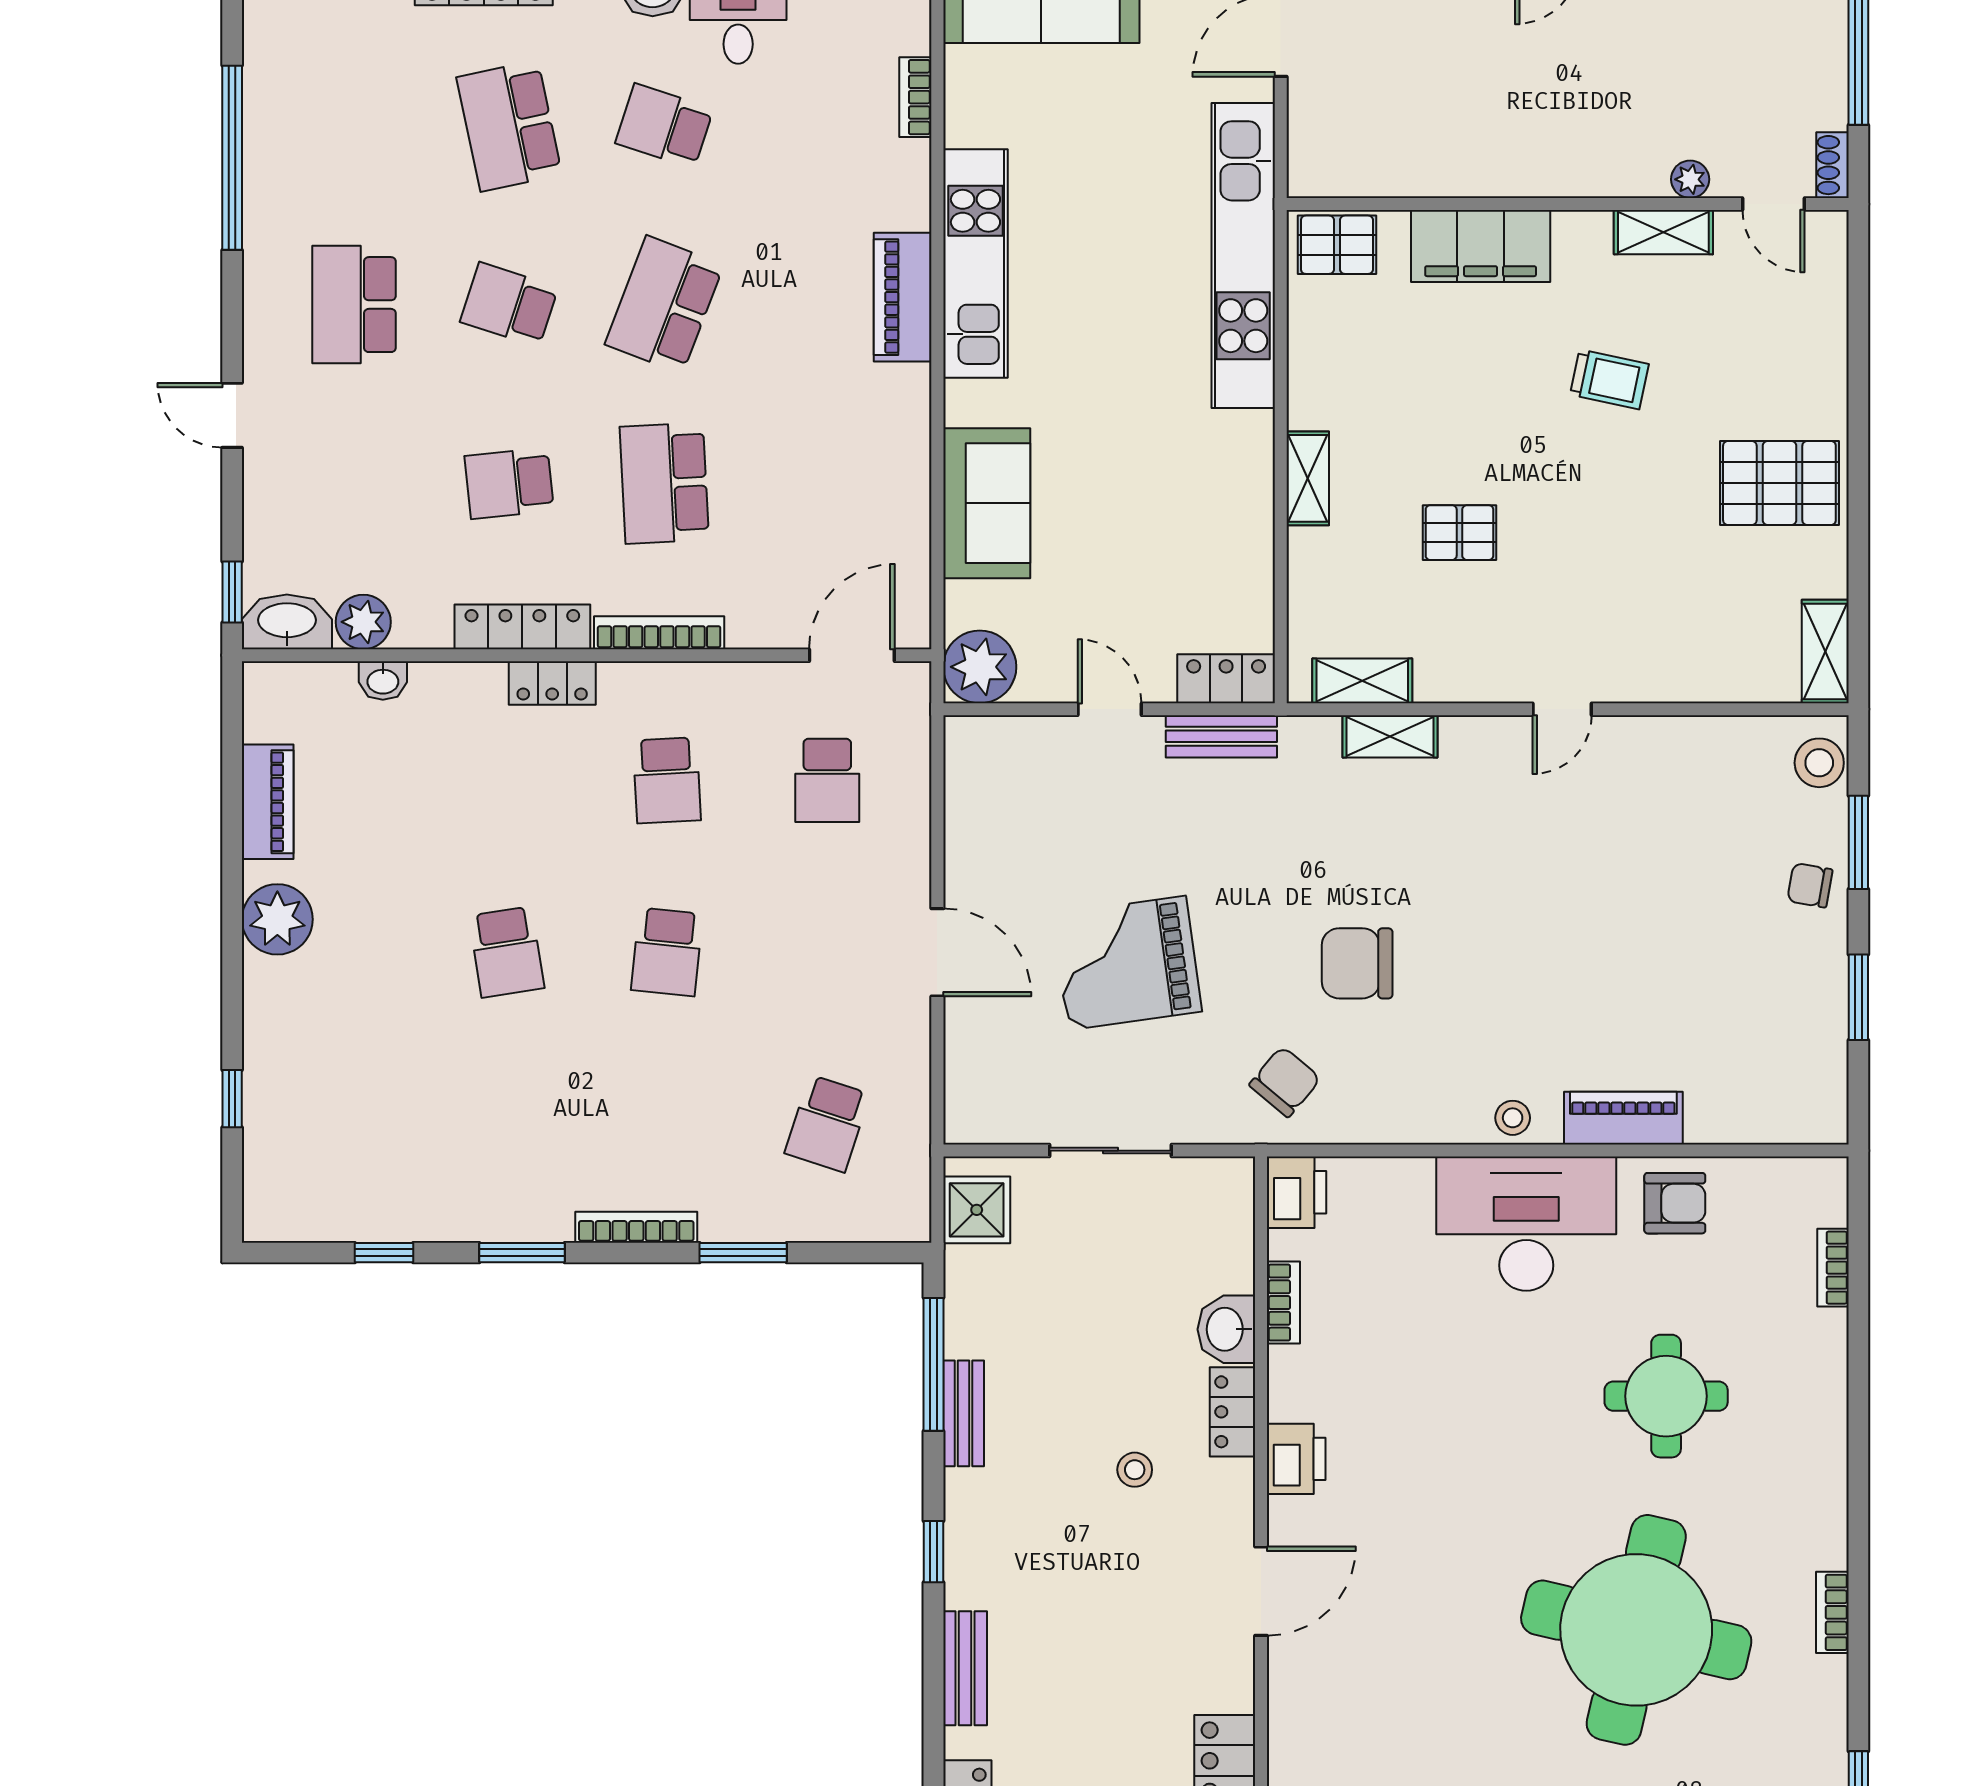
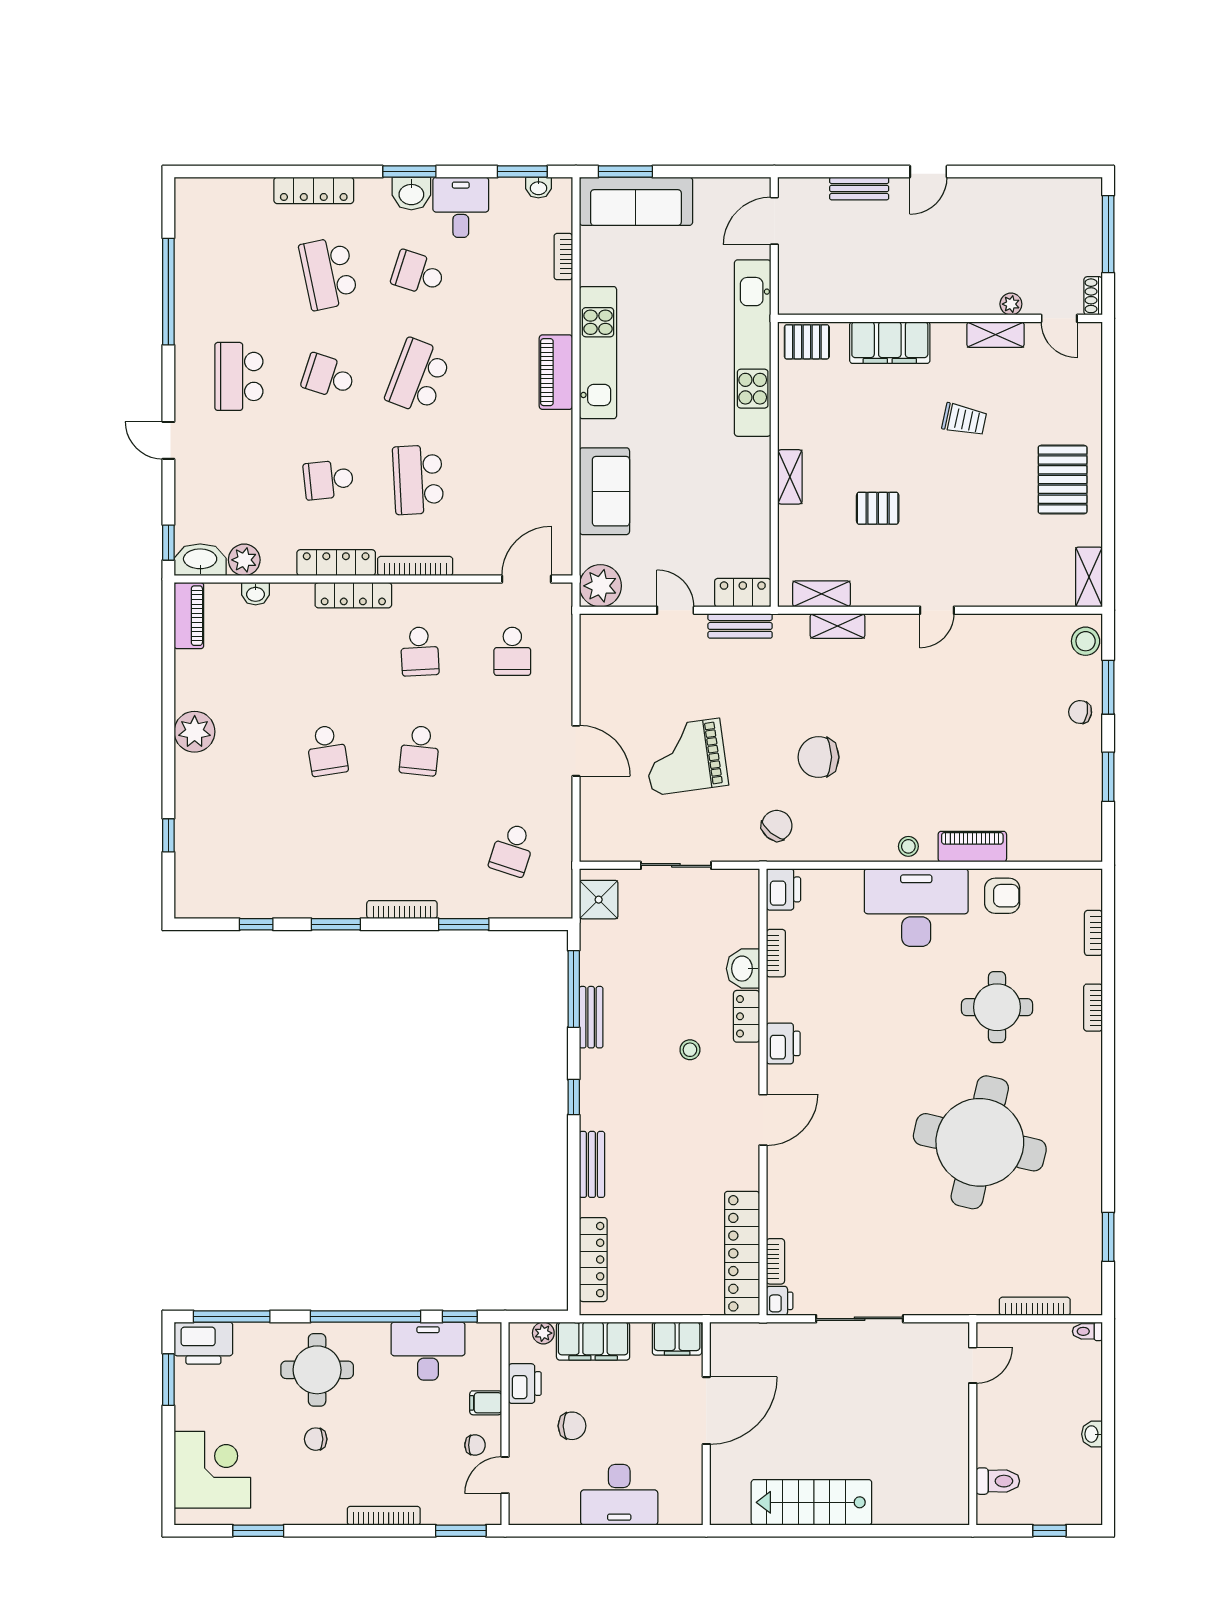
pallet: (1779, 483) -> (1063, 480), turned 90
locker: (552, 683) -> (353, 595), width x1.53
piano: (268, 802) -> (189, 616), moved
bookcase: (1832, 1612) -> (1093, 1008), moved

